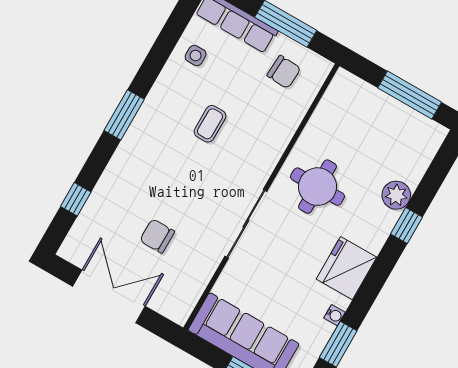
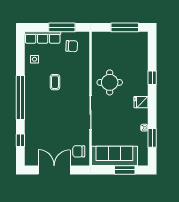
window: (124, 115) -> (20, 97), width x2.11
plant: (396, 195) -> (142, 68), removed
chair: (157, 236) -> (79, 151), moved
fridge: (346, 268) -> (141, 102), width x0.53, depth x0.75

